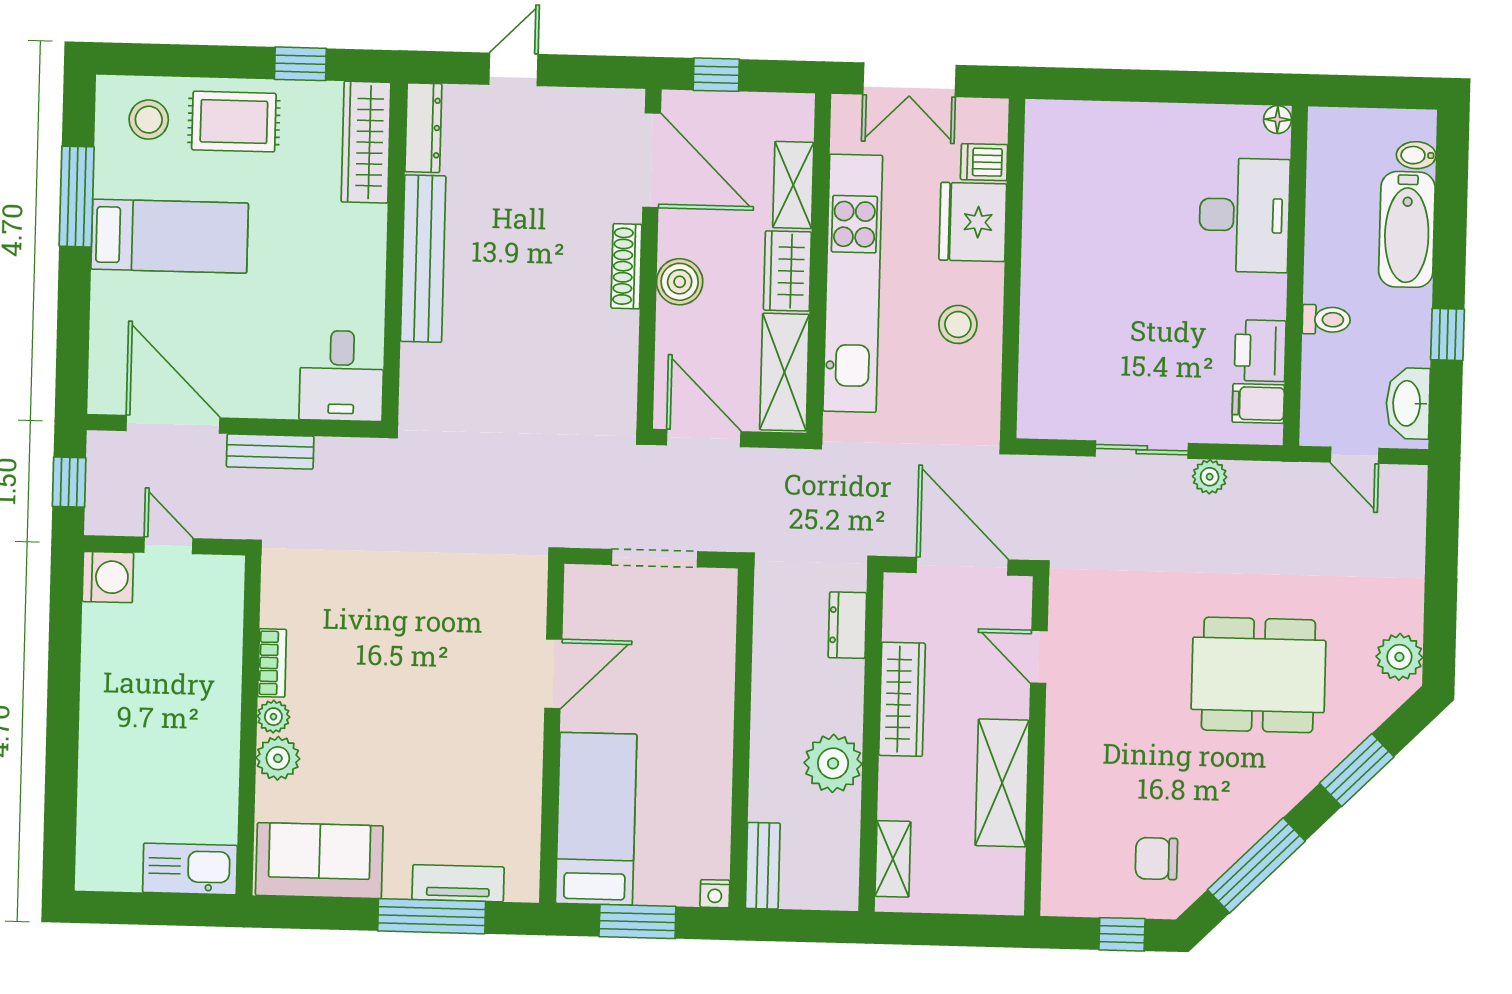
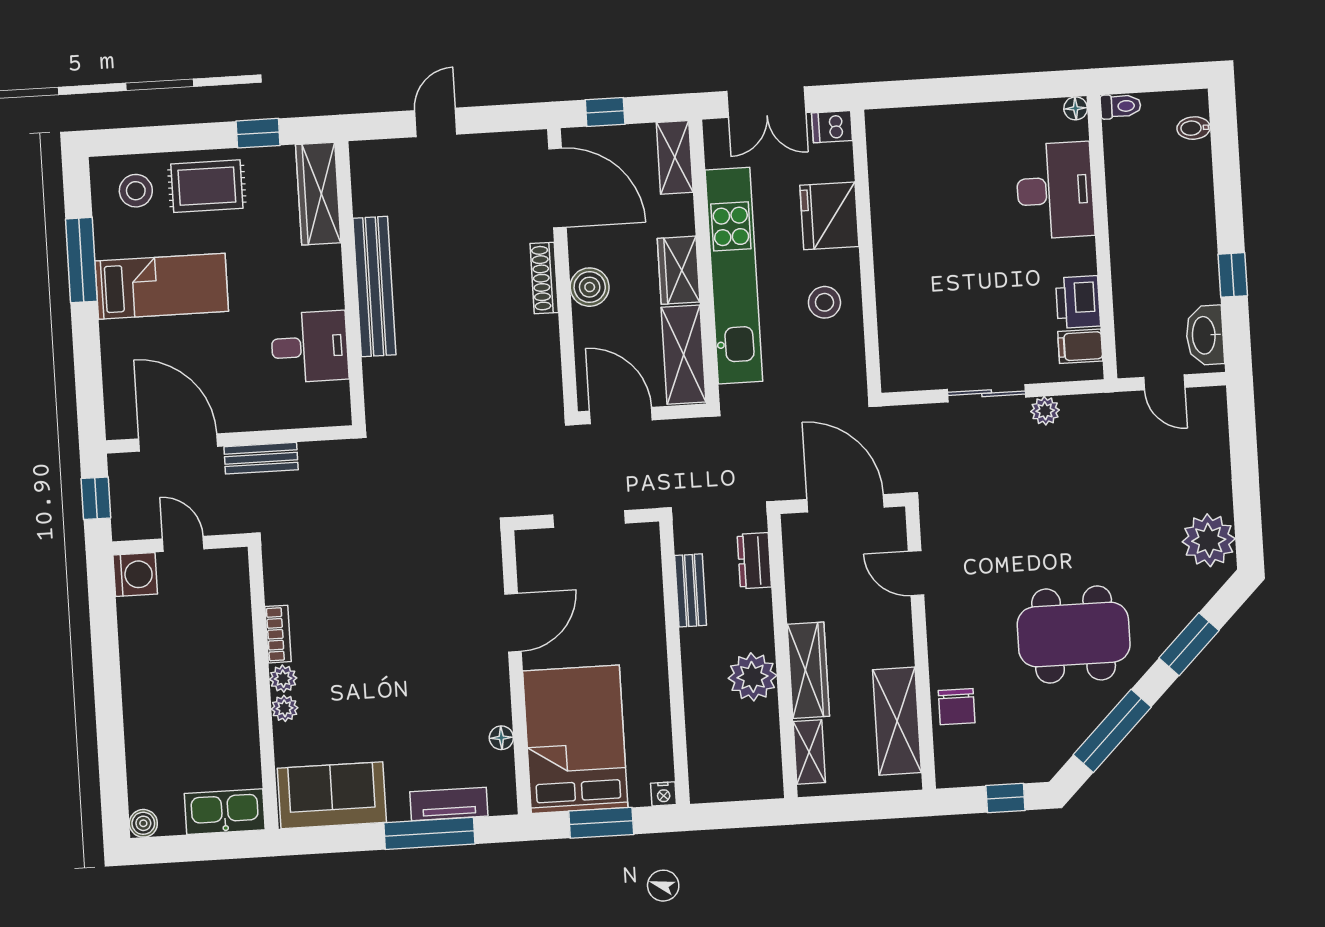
dresser: (423, 128) -> (365, 177), removed
dishwasher: (984, 162) -> (832, 127), moved
shelving: (793, 185) -> (675, 157), moved
bathtub: (1407, 229) -> (1191, 190), removed
toilet: (1326, 320) -> (1121, 106), moved
desk: (342, 376) -> (310, 347), moved, turned -90
plant: (1399, 657) -> (1209, 540), width x1.36, depth x1.36
dining table: (1258, 675) -> (1074, 634), moved
wardrobe: (902, 699) -> (808, 670), moved
plant: (278, 758) -> (285, 708), width x0.73, depth x0.73
shelving: (1002, 783) -> (897, 721), moved
floor lamp: (527, 810) -> (501, 738), added
bed: (596, 819) -> (575, 739), width x1.50
chair: (1156, 859) -> (957, 707), moved, turned -90
bench: (763, 866) -> (691, 590), moved
boiler: (92, 874) -> (143, 823), added

